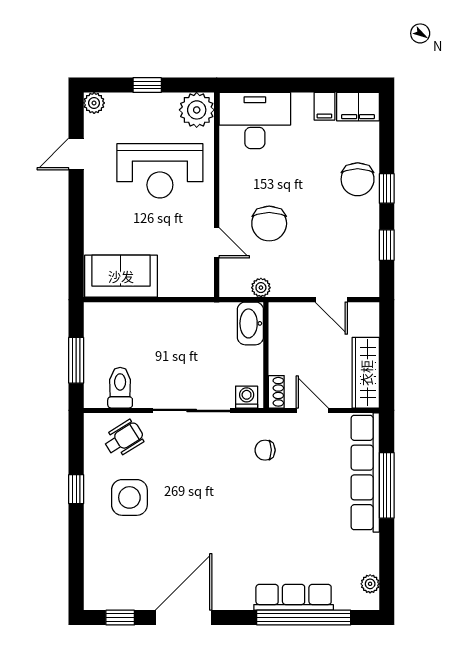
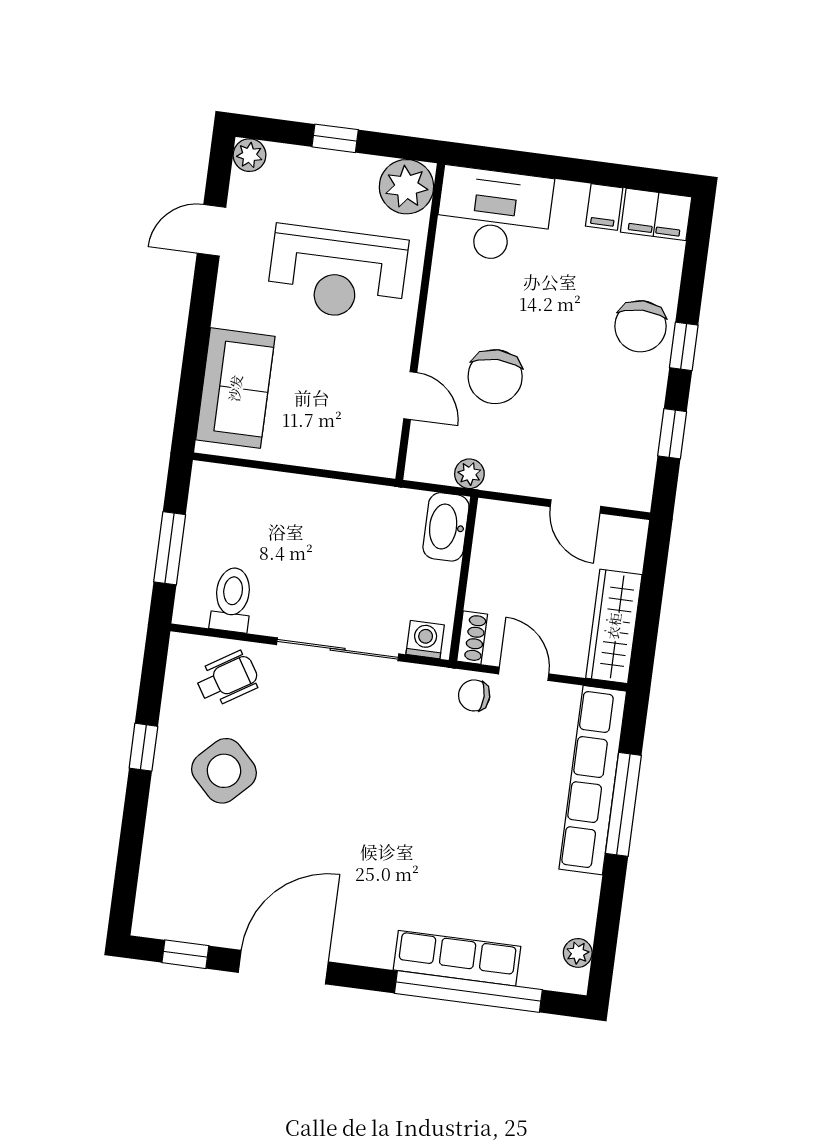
sofa: (121, 276) -> (235, 388), moved, turned 90
chair: (265, 450) -> (474, 695), moved
side table: (129, 497) -> (224, 771), turned 45

